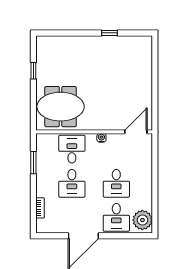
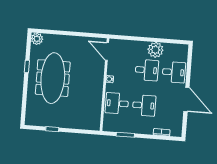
plant: (145, 43) -> (37, 39), added
meeting table: (61, 107) -> (53, 78), moved, width x1.36
plant: (142, 220) -> (155, 50), moved

